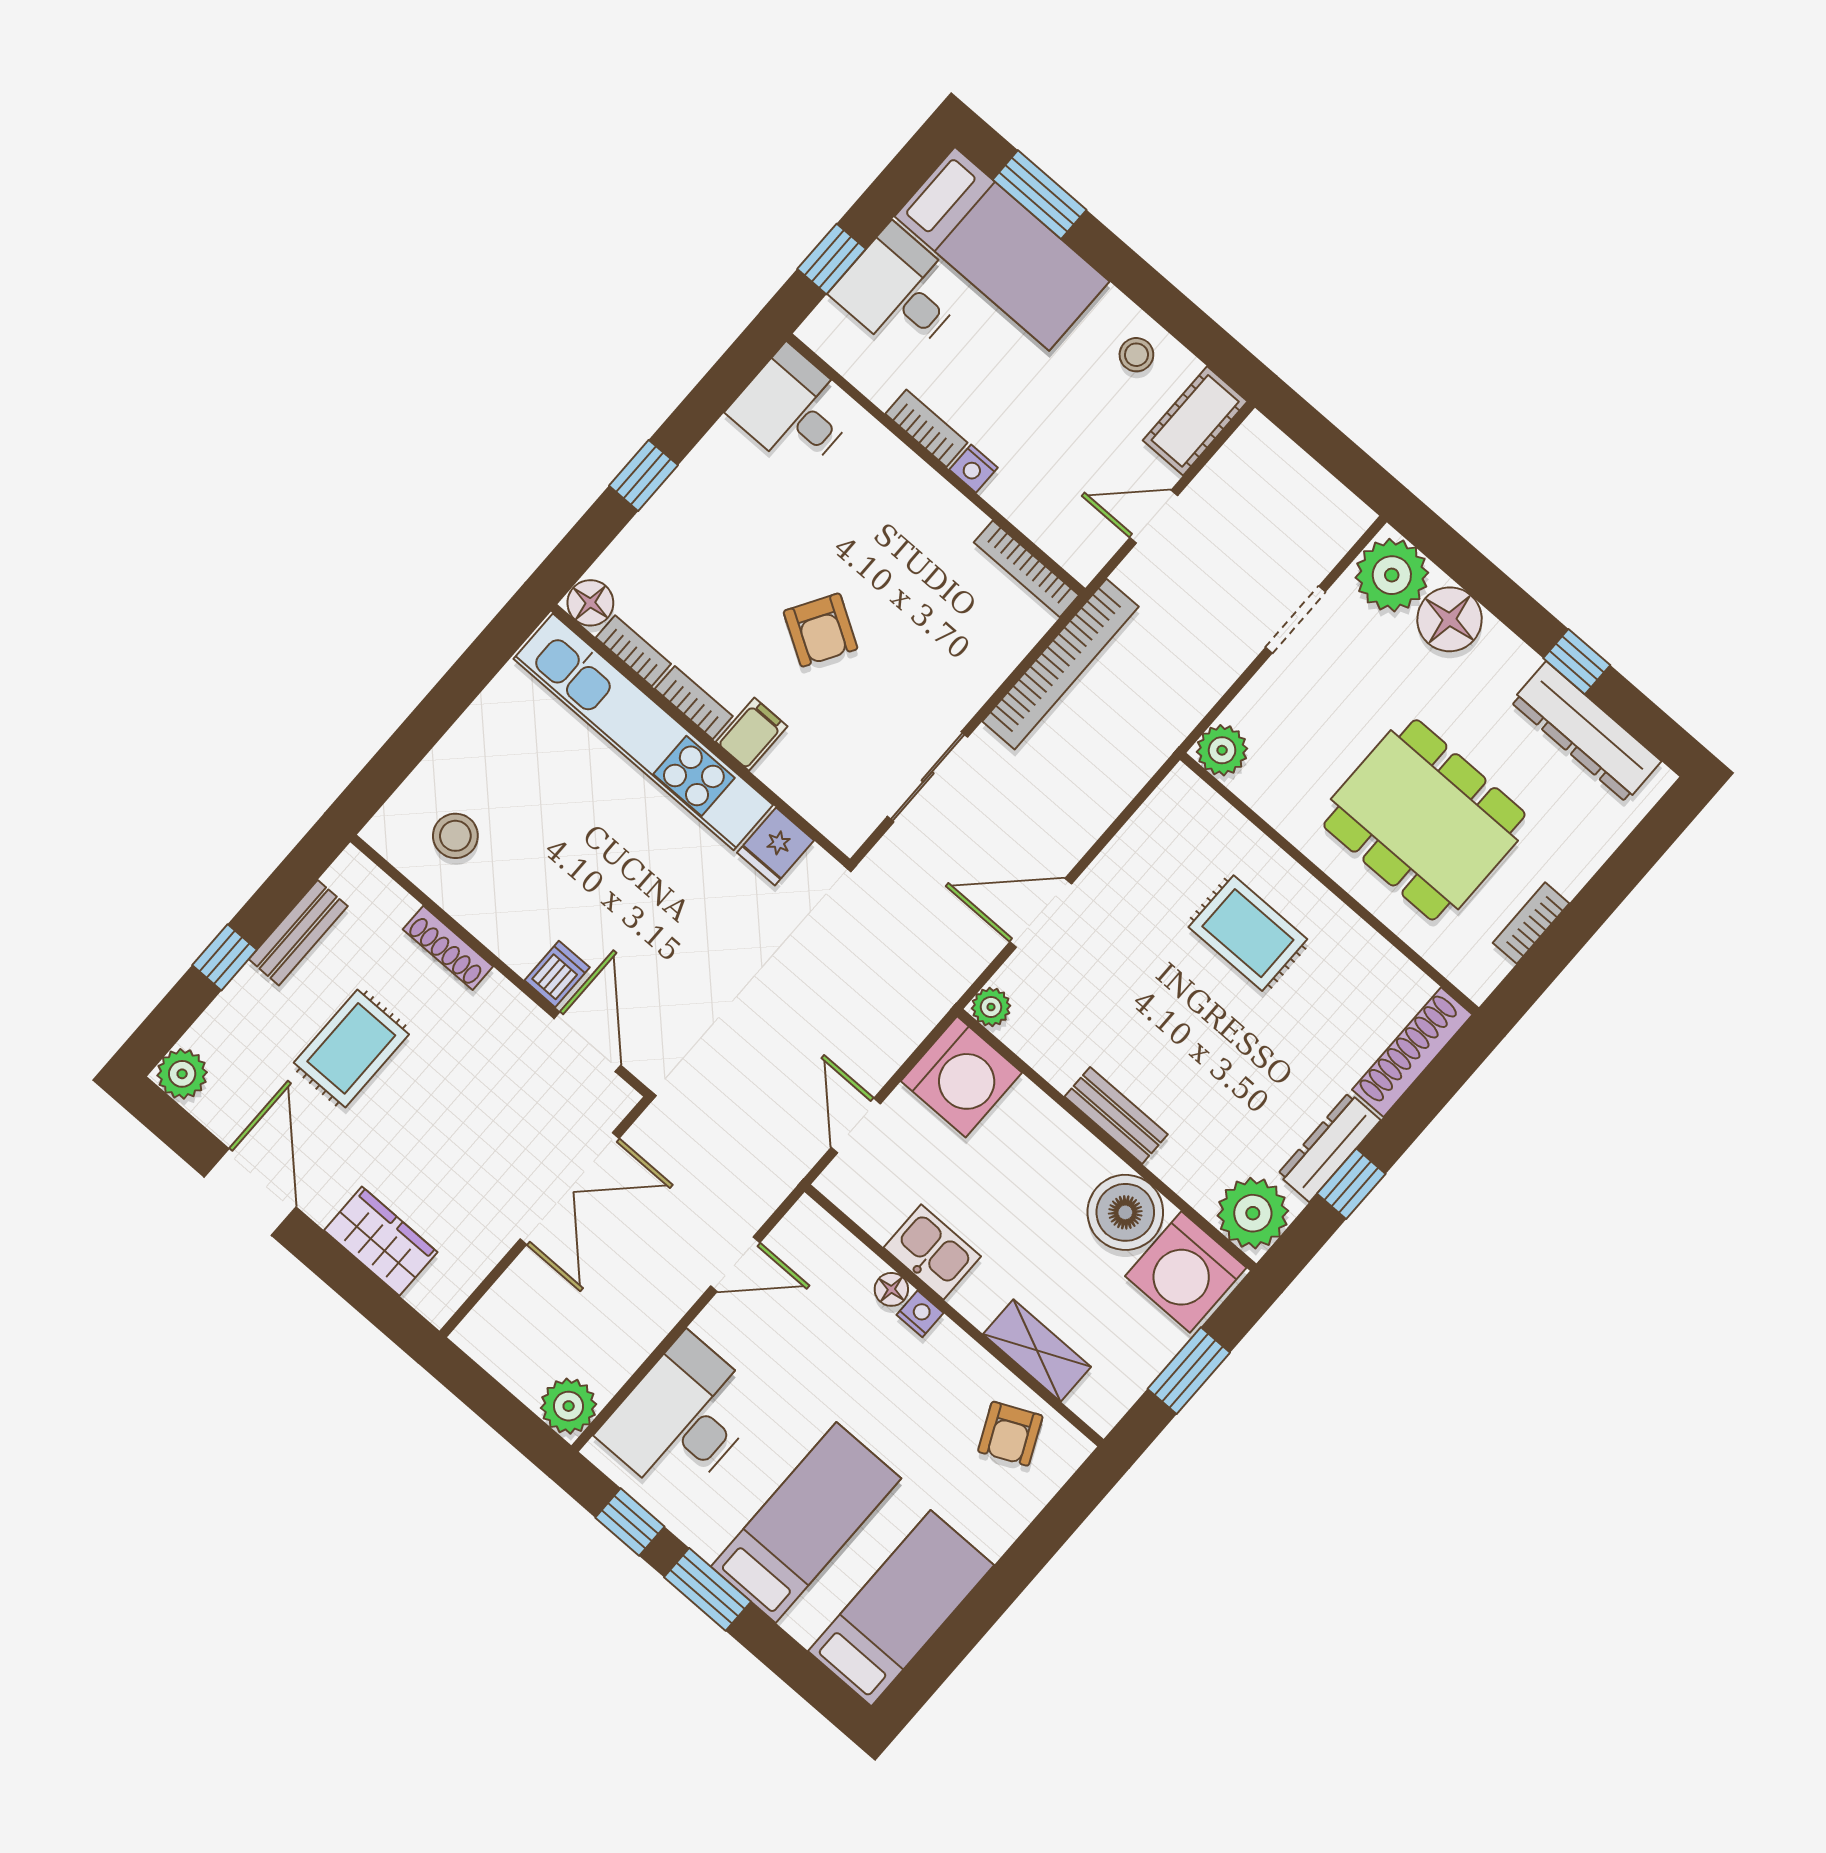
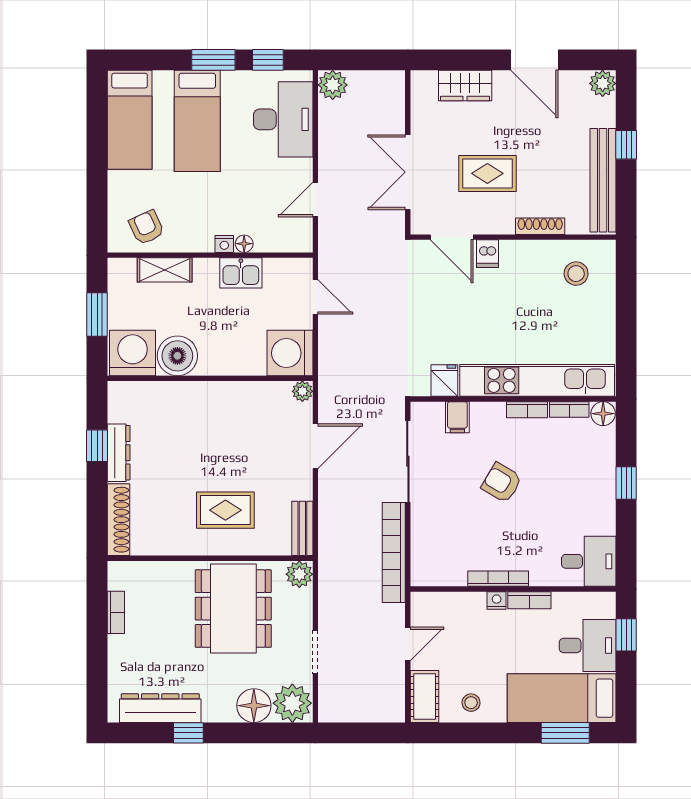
bookcase: (1026, 569) -> (498, 579), moved
filing cabinet: (752, 734) -> (457, 417), moved
sliding door: (928, 777) -> (408, 461), width x1.37
dining table: (1424, 820) -> (233, 609), moved, turned 90
bench: (298, 933) -> (603, 180), width x1.86, depth x1.21
rug: (351, 1048) -> (487, 173), moved, turned 90
bench: (1116, 1115) -> (302, 528), moved, turned 90
plant: (1253, 1213) -> (126, 400), removed

